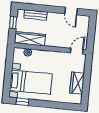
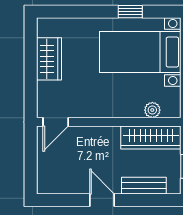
door: (71, 11) -> (102, 200), moved
window: (22, 102) -> (130, 12), moved

